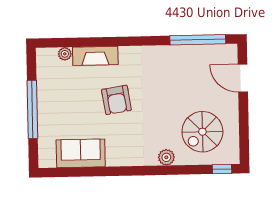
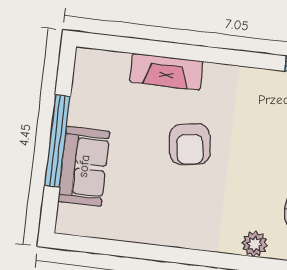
plant: (65, 54) -> (120, 62), removed
sofa: (81, 153) -> (84, 166), moved, turned 90

